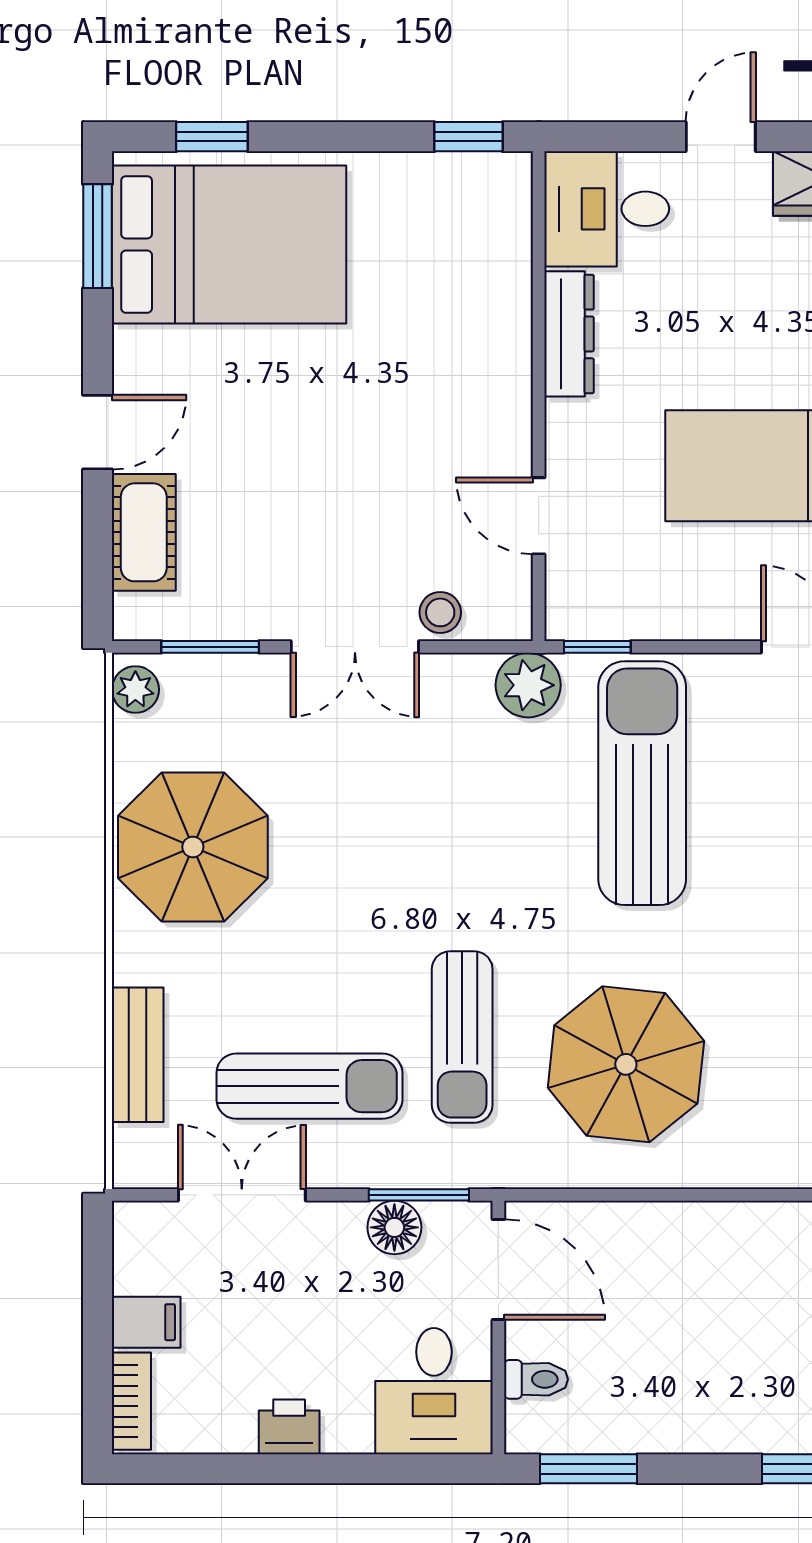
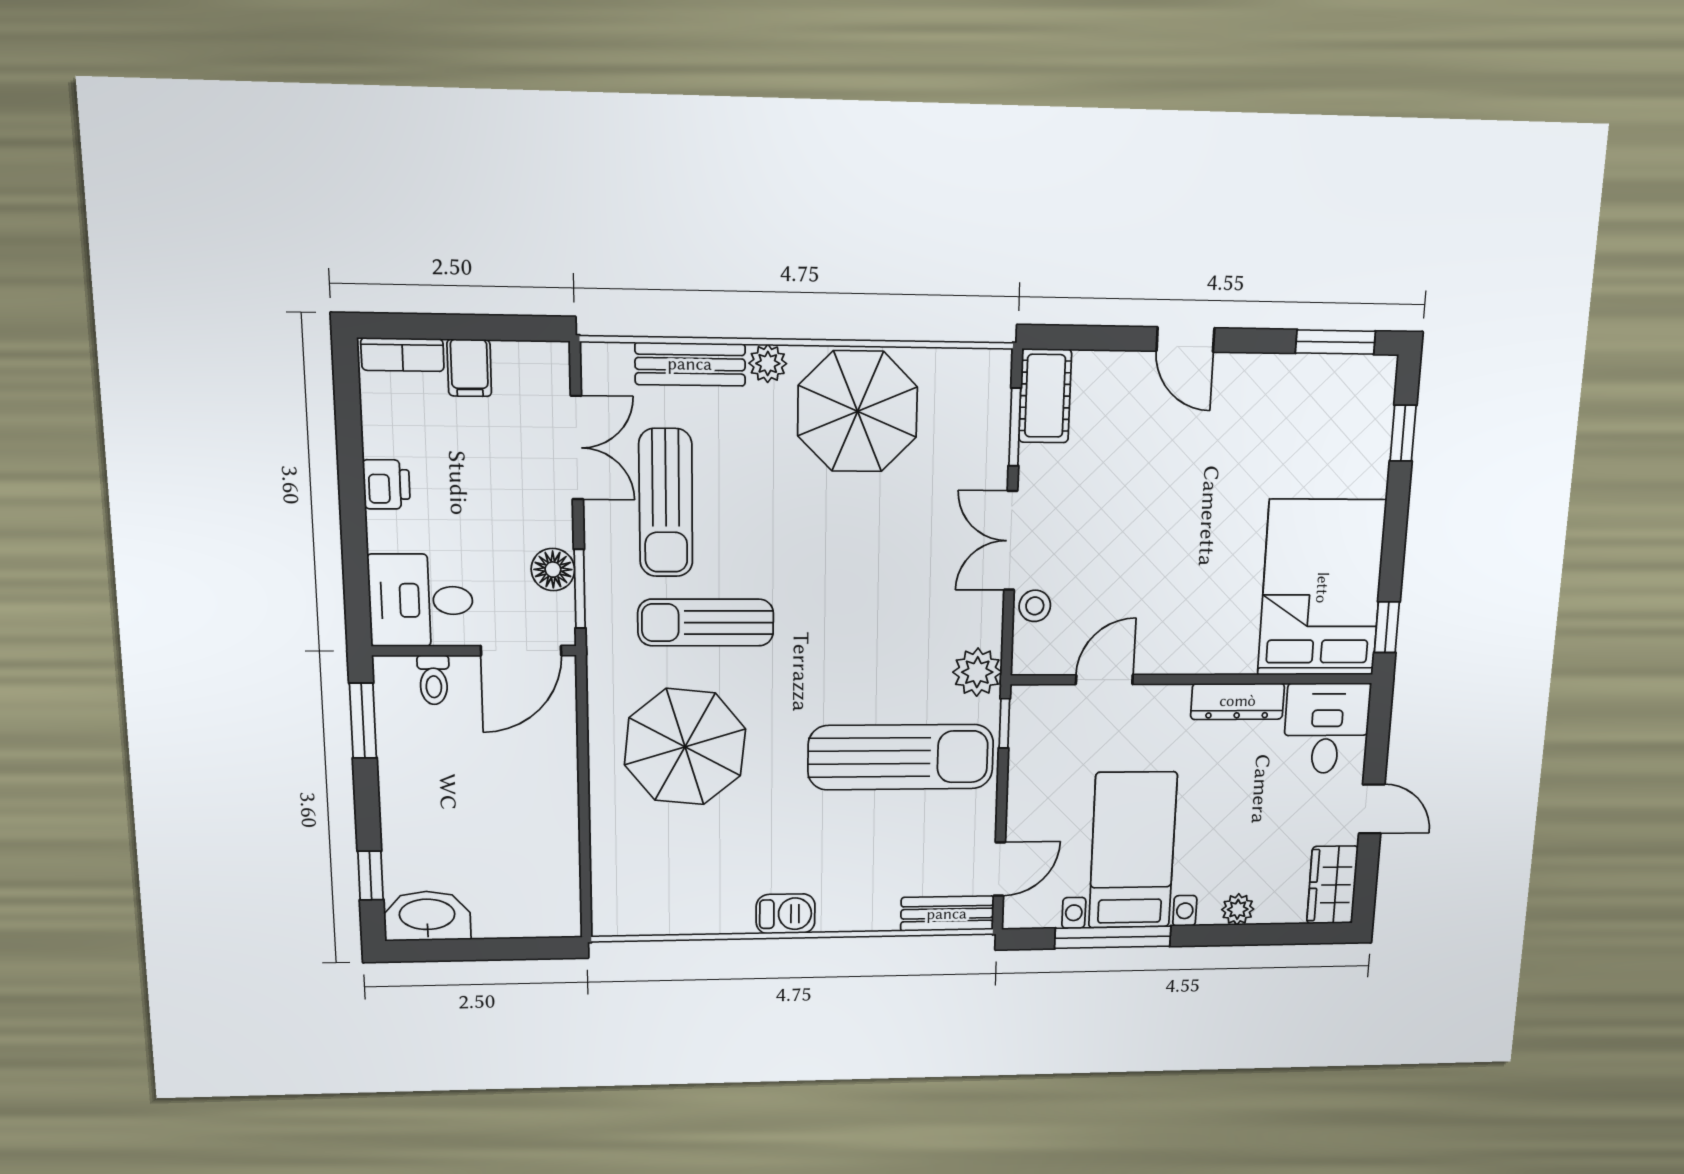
bed: (229, 244) -> (1322, 588), moved, turned 180
cot: (144, 532) -> (1045, 396), moved, turned 90
plant: (135, 690) -> (768, 363), moved

